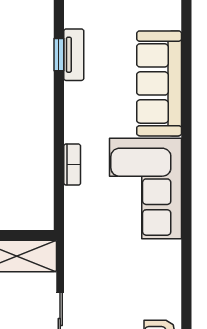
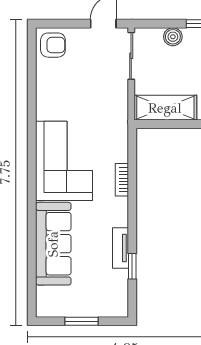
tv unit: (74, 55) -> (121, 248), moved

